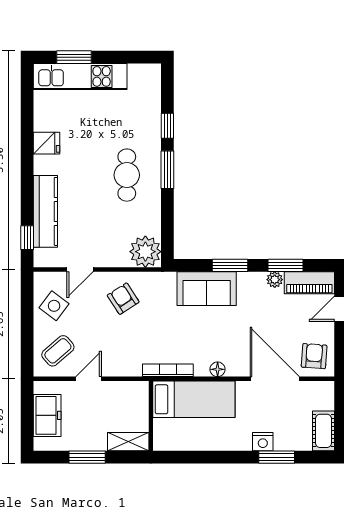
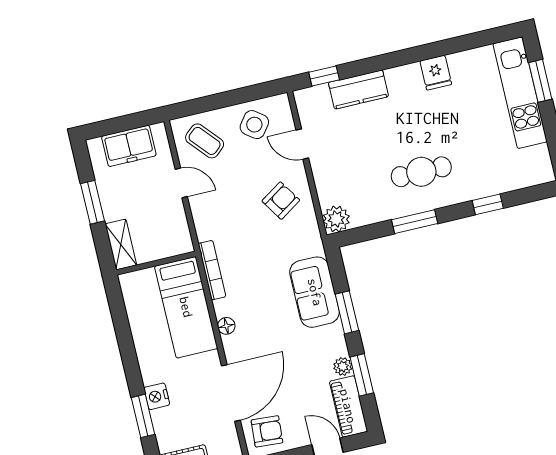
window: (167, 170) -> (415, 222), moved
kitchen counter: (45, 211) -> (358, 90), width x0.67
plant: (145, 252) -> (336, 219), width x0.73, depth x0.73

